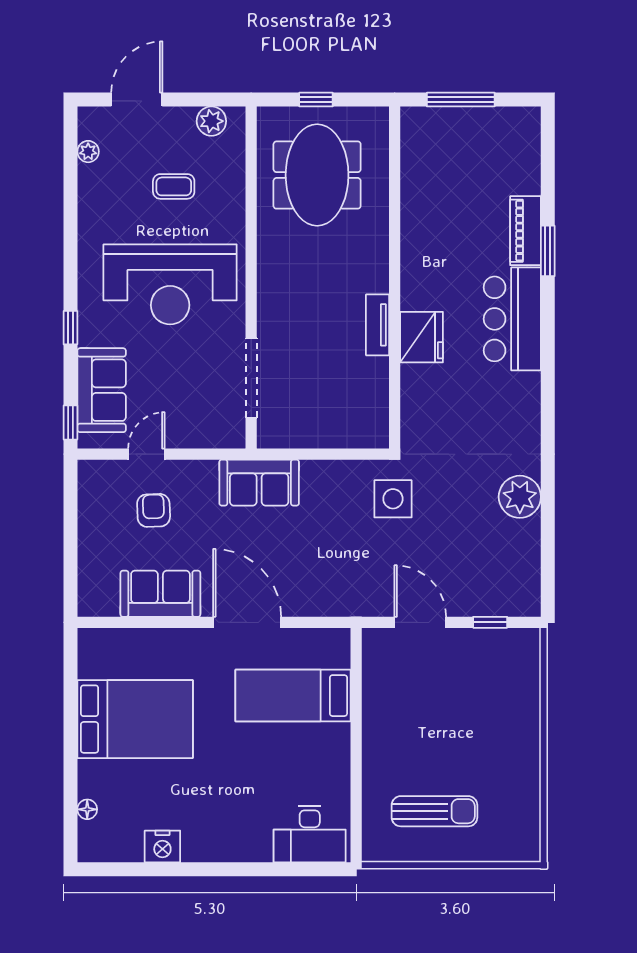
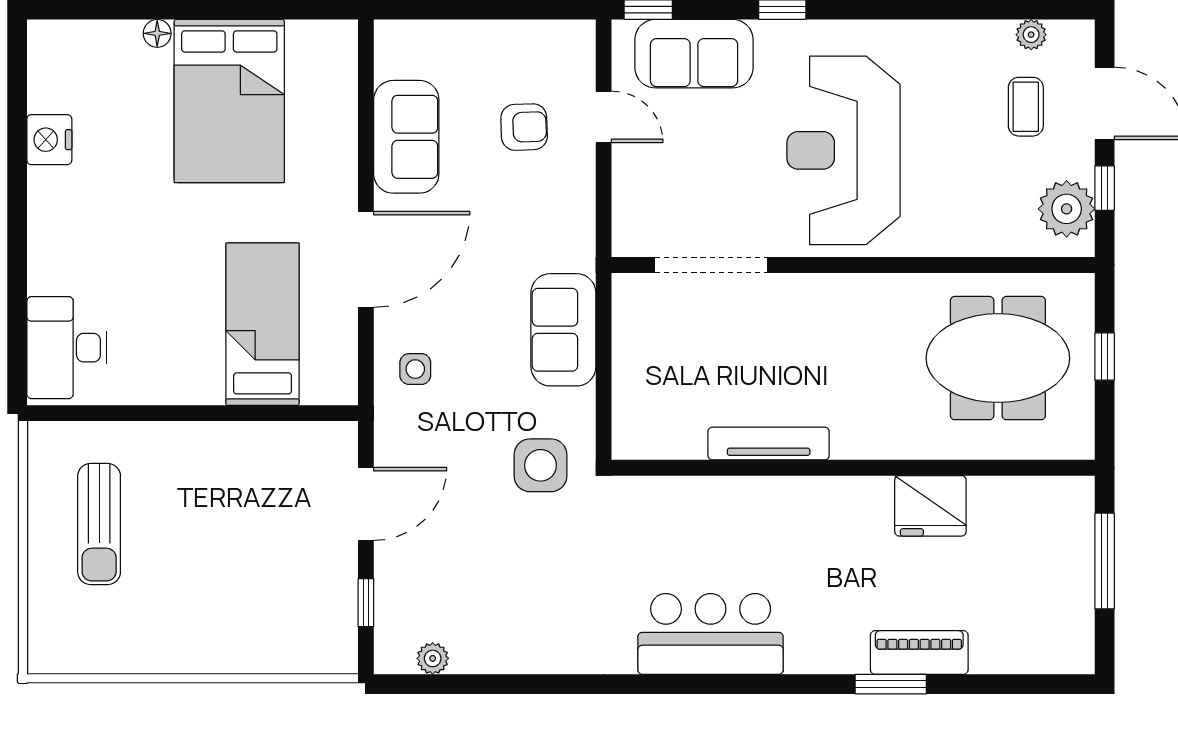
window: (197, 100) -> (1105, 188), added
plant: (211, 121) -> (1067, 209), width x1.36, depth x1.36
coffee table: (174, 186) -> (1026, 107), moved
bar counter: (512, 319) -> (711, 634), moved
tv unit: (378, 325) -> (769, 444), width x1.41
fridge: (422, 337) -> (930, 506), moved
sofa: (259, 483) -> (563, 330), moved
plant: (520, 497) -> (433, 658), moved, width x0.53, depth x0.53
side table: (325, 587) -> (415, 369), added
floor lamp: (87, 809) -> (157, 33), moved

